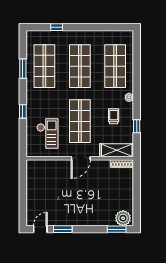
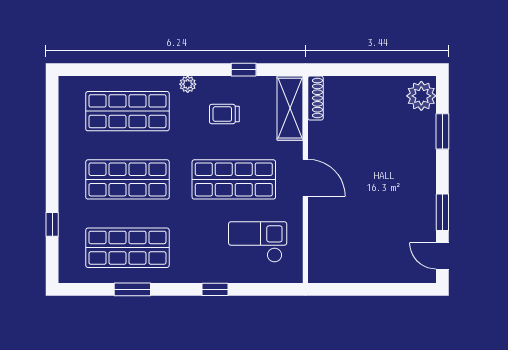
window: (117, 229) -> (442, 131), moved

